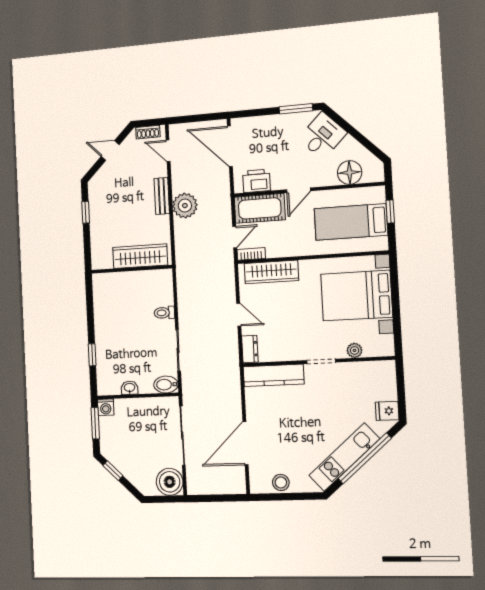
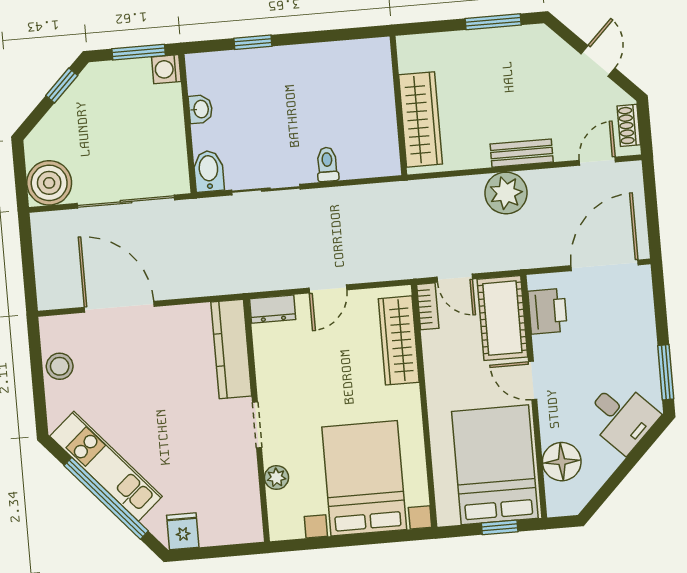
window: (86, 212) -> (493, 22), width x1.50
bed: (351, 222) -> (495, 465), width x1.50

